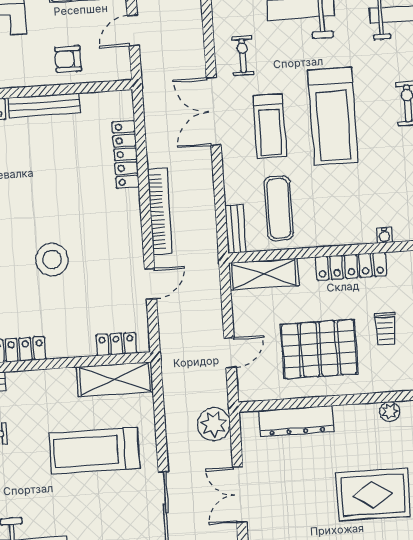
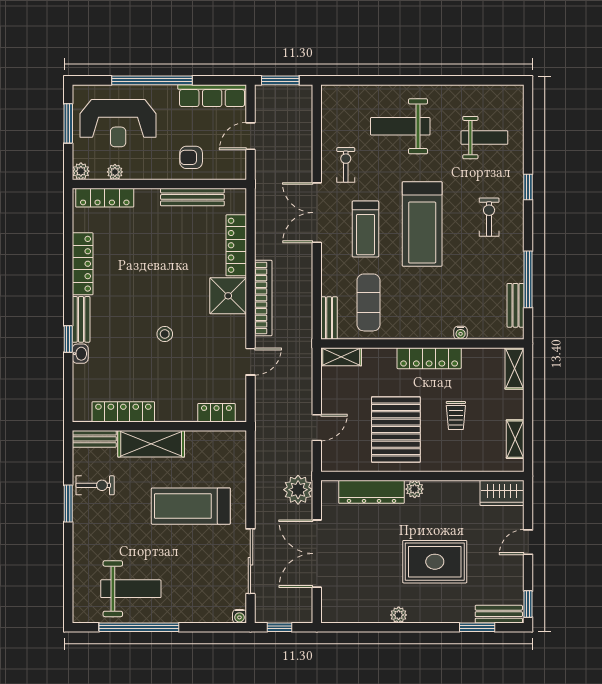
bench: (44, 105) -> (192, 197), moved
shower: (120, 212) -> (228, 296), added
stool: (52, 259) -> (165, 334), width x0.53, depth x0.53
shelving: (264, 274) -> (341, 357), width x0.67, depth x0.75
pallet: (319, 349) -> (396, 430), turned 90
shelving: (115, 379) -> (151, 444), moved
plant: (390, 412) -> (415, 489), moved
double door: (240, 495) -> (317, 554), width x1.37

